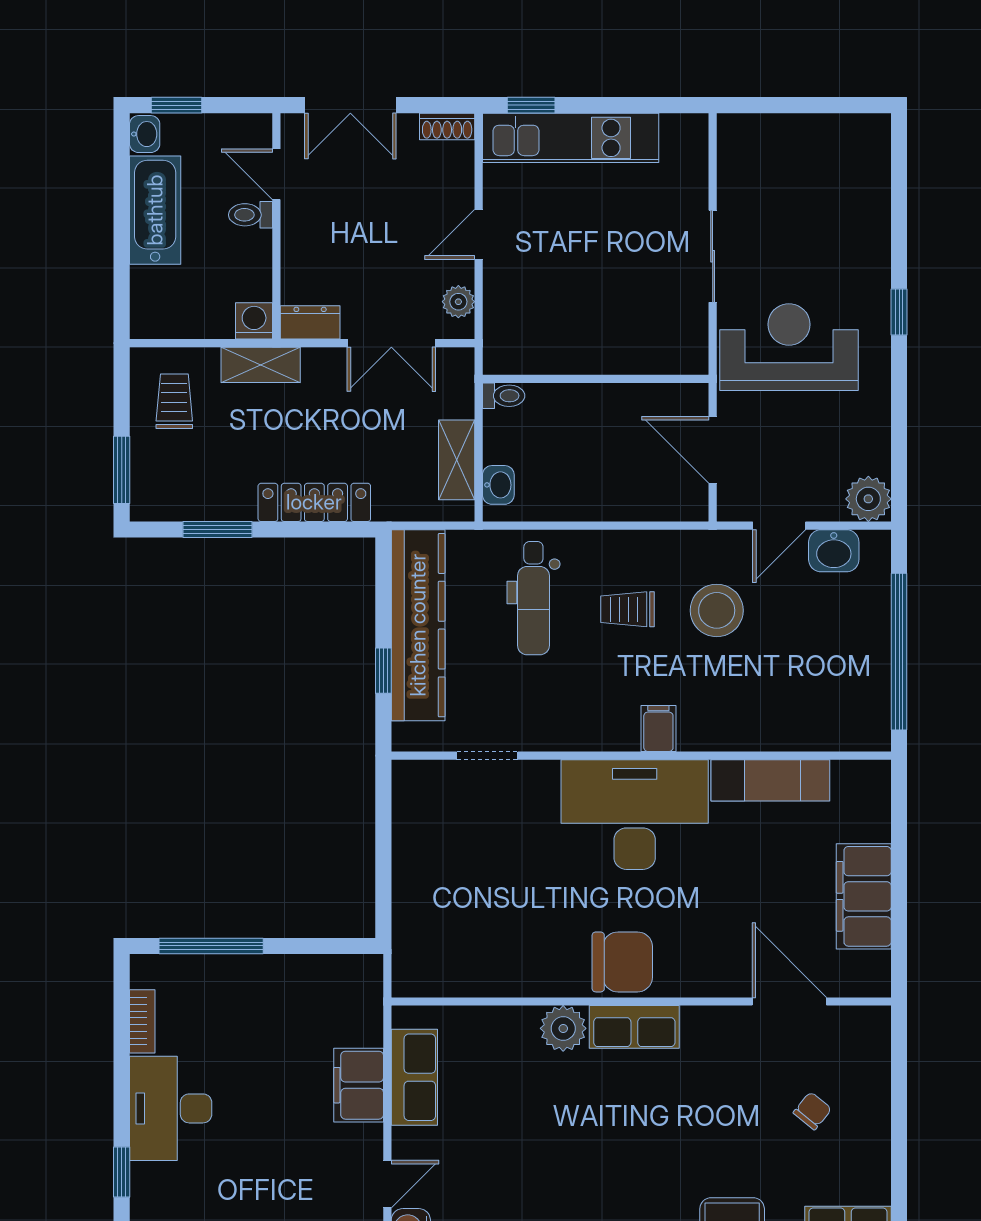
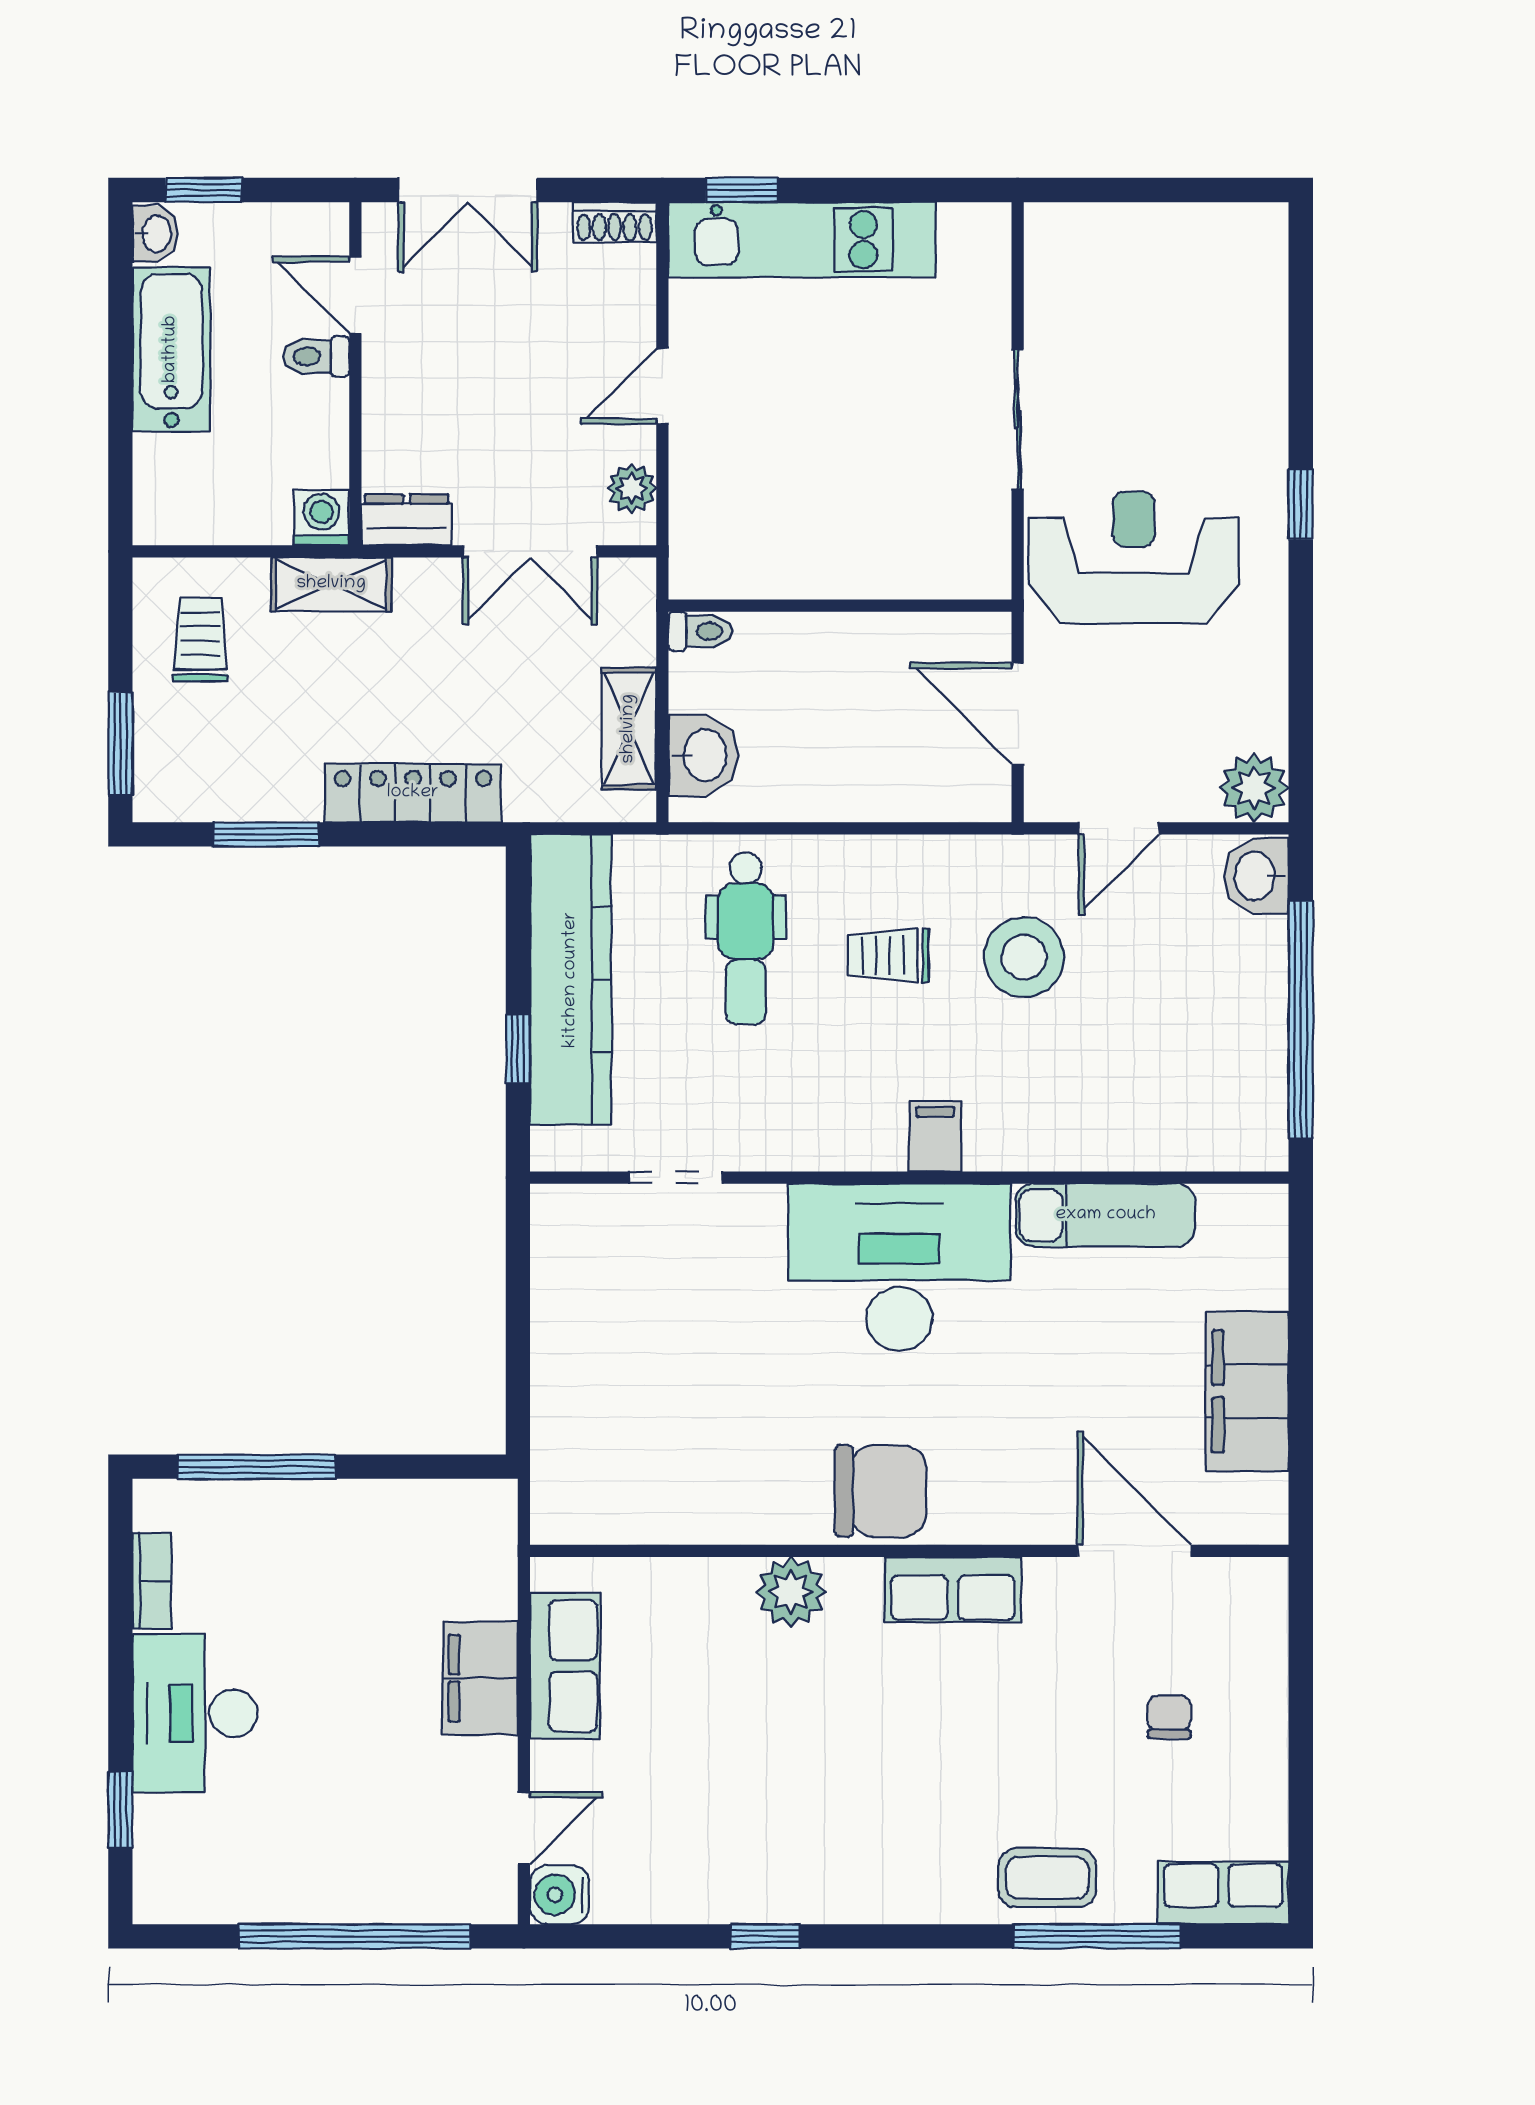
washbasin: (498, 485) -> (703, 755), width x1.38, depth x1.45
washbasin: (834, 551) -> (1256, 876), moved, turned 90
row of seats: (634, 1027) -> (953, 1590), moved
chair: (812, 1111) -> (1169, 1717), turned -39

